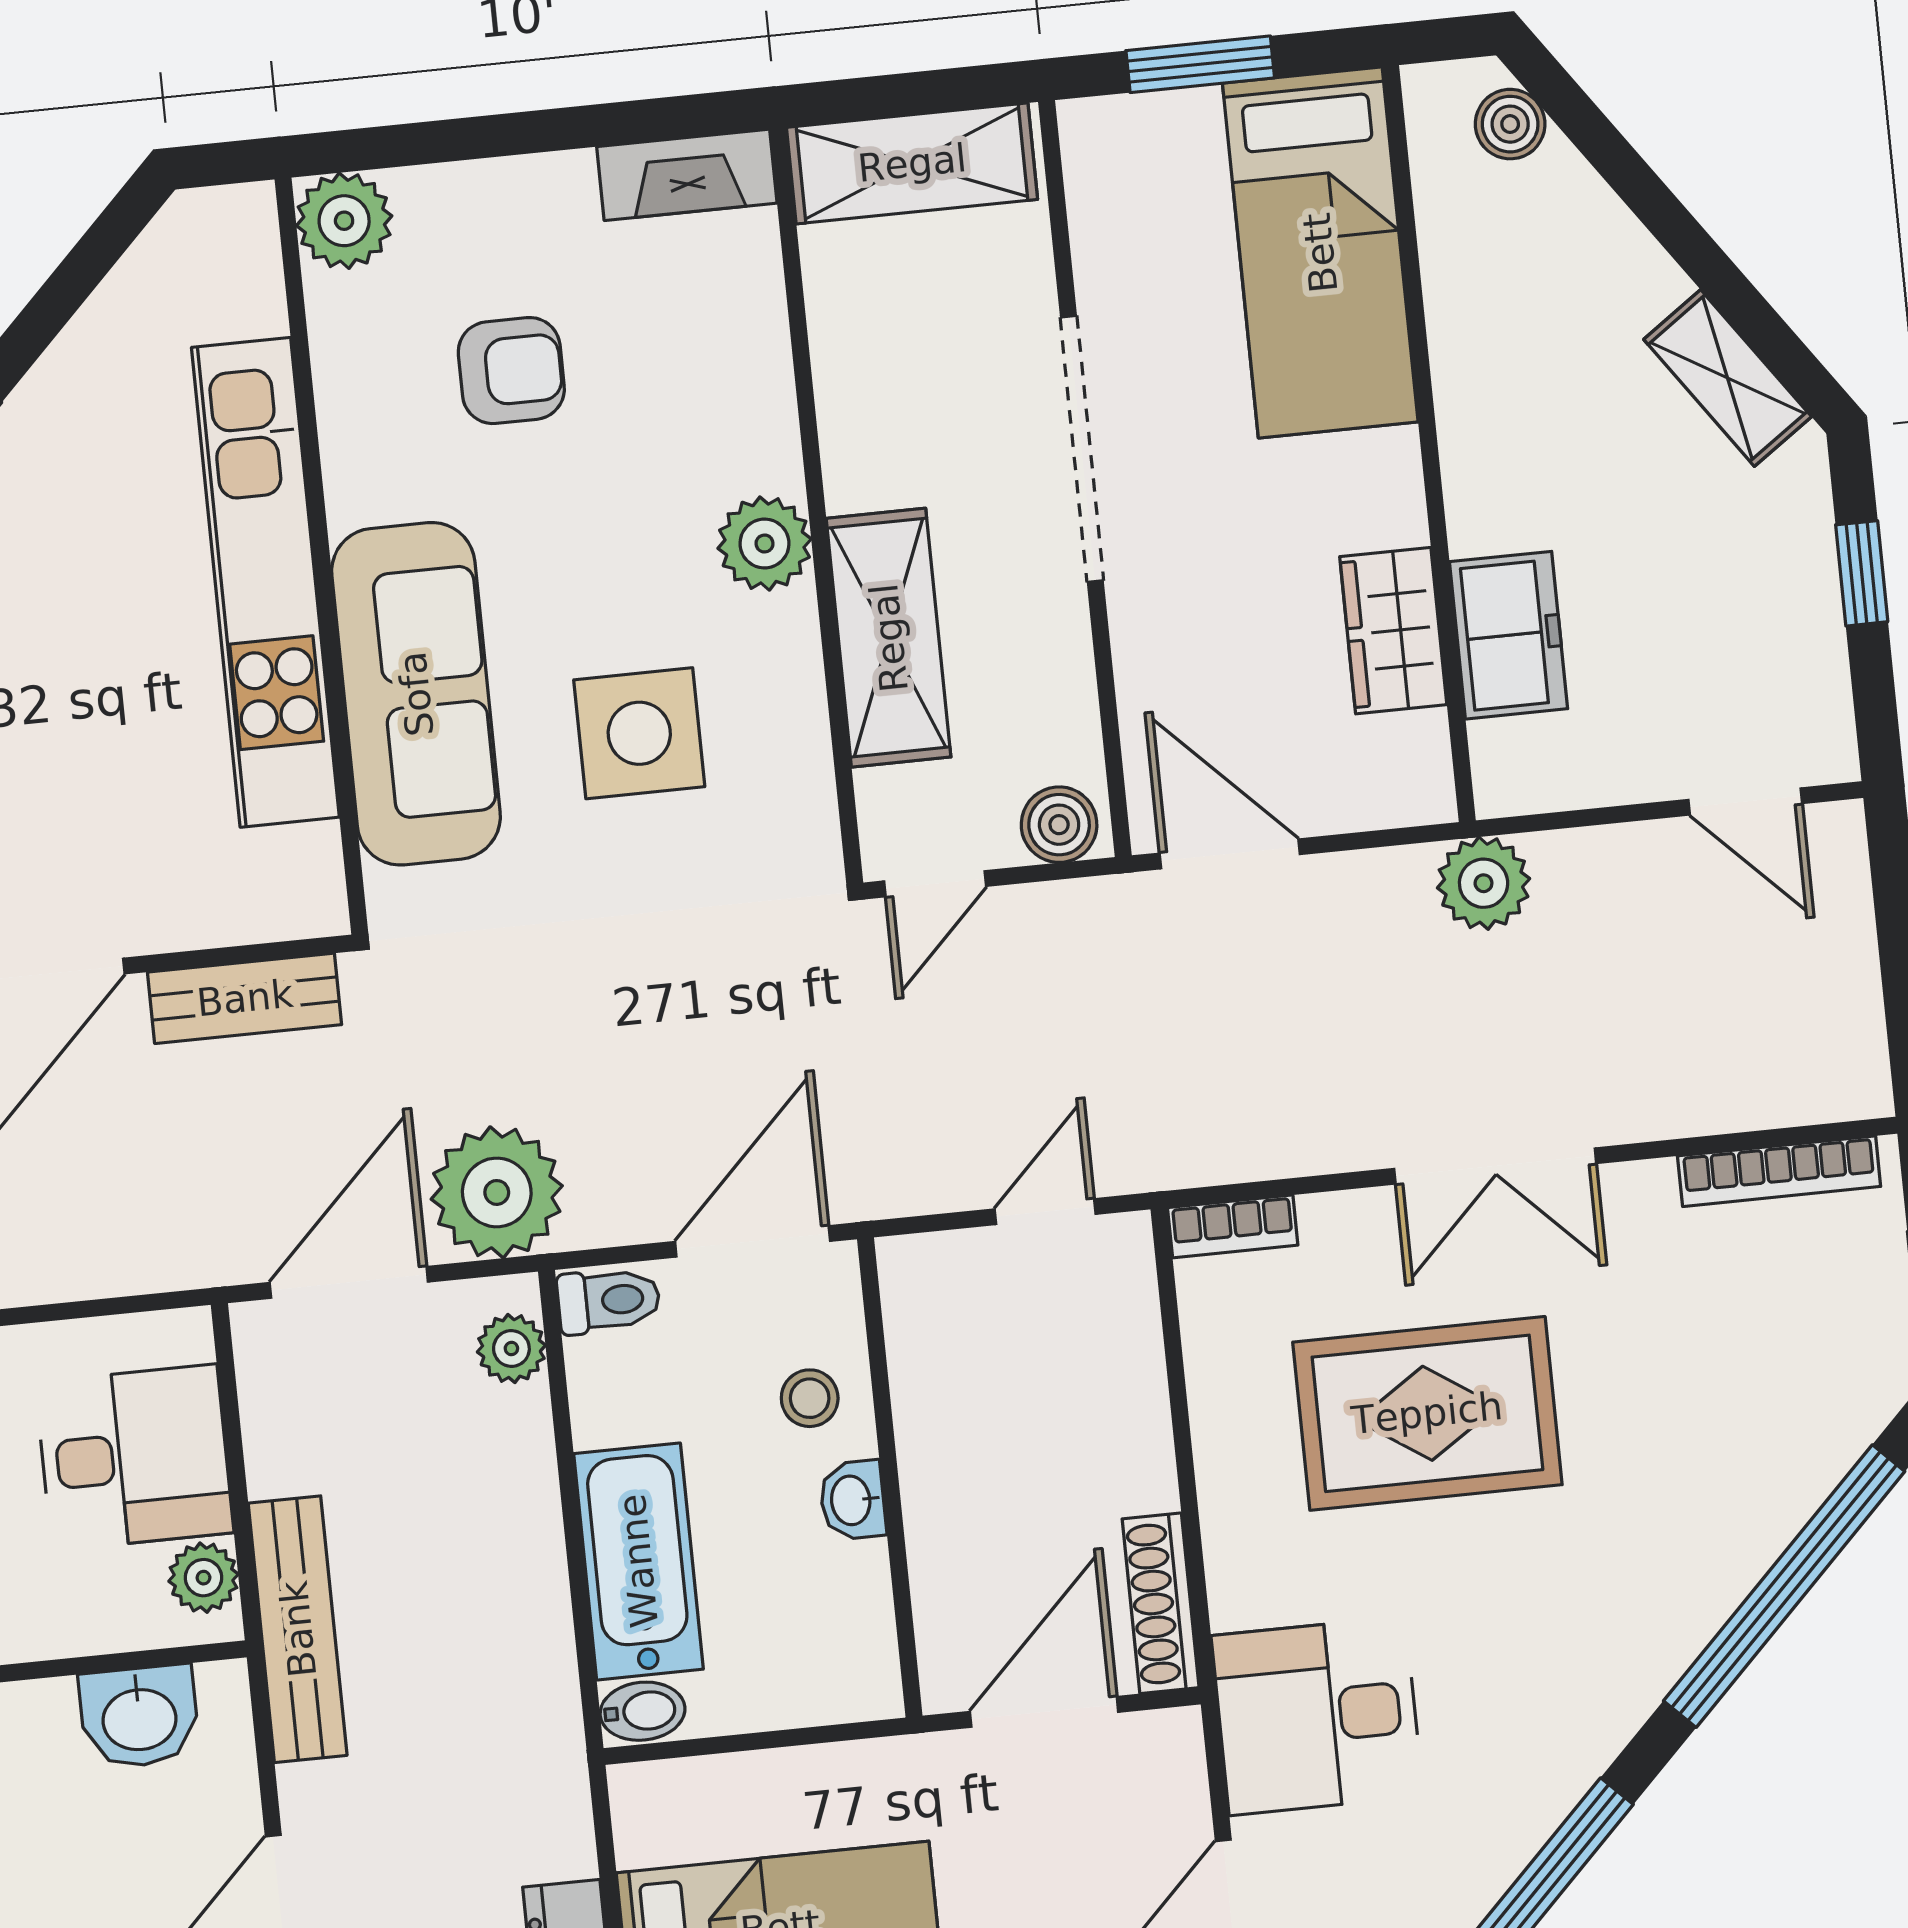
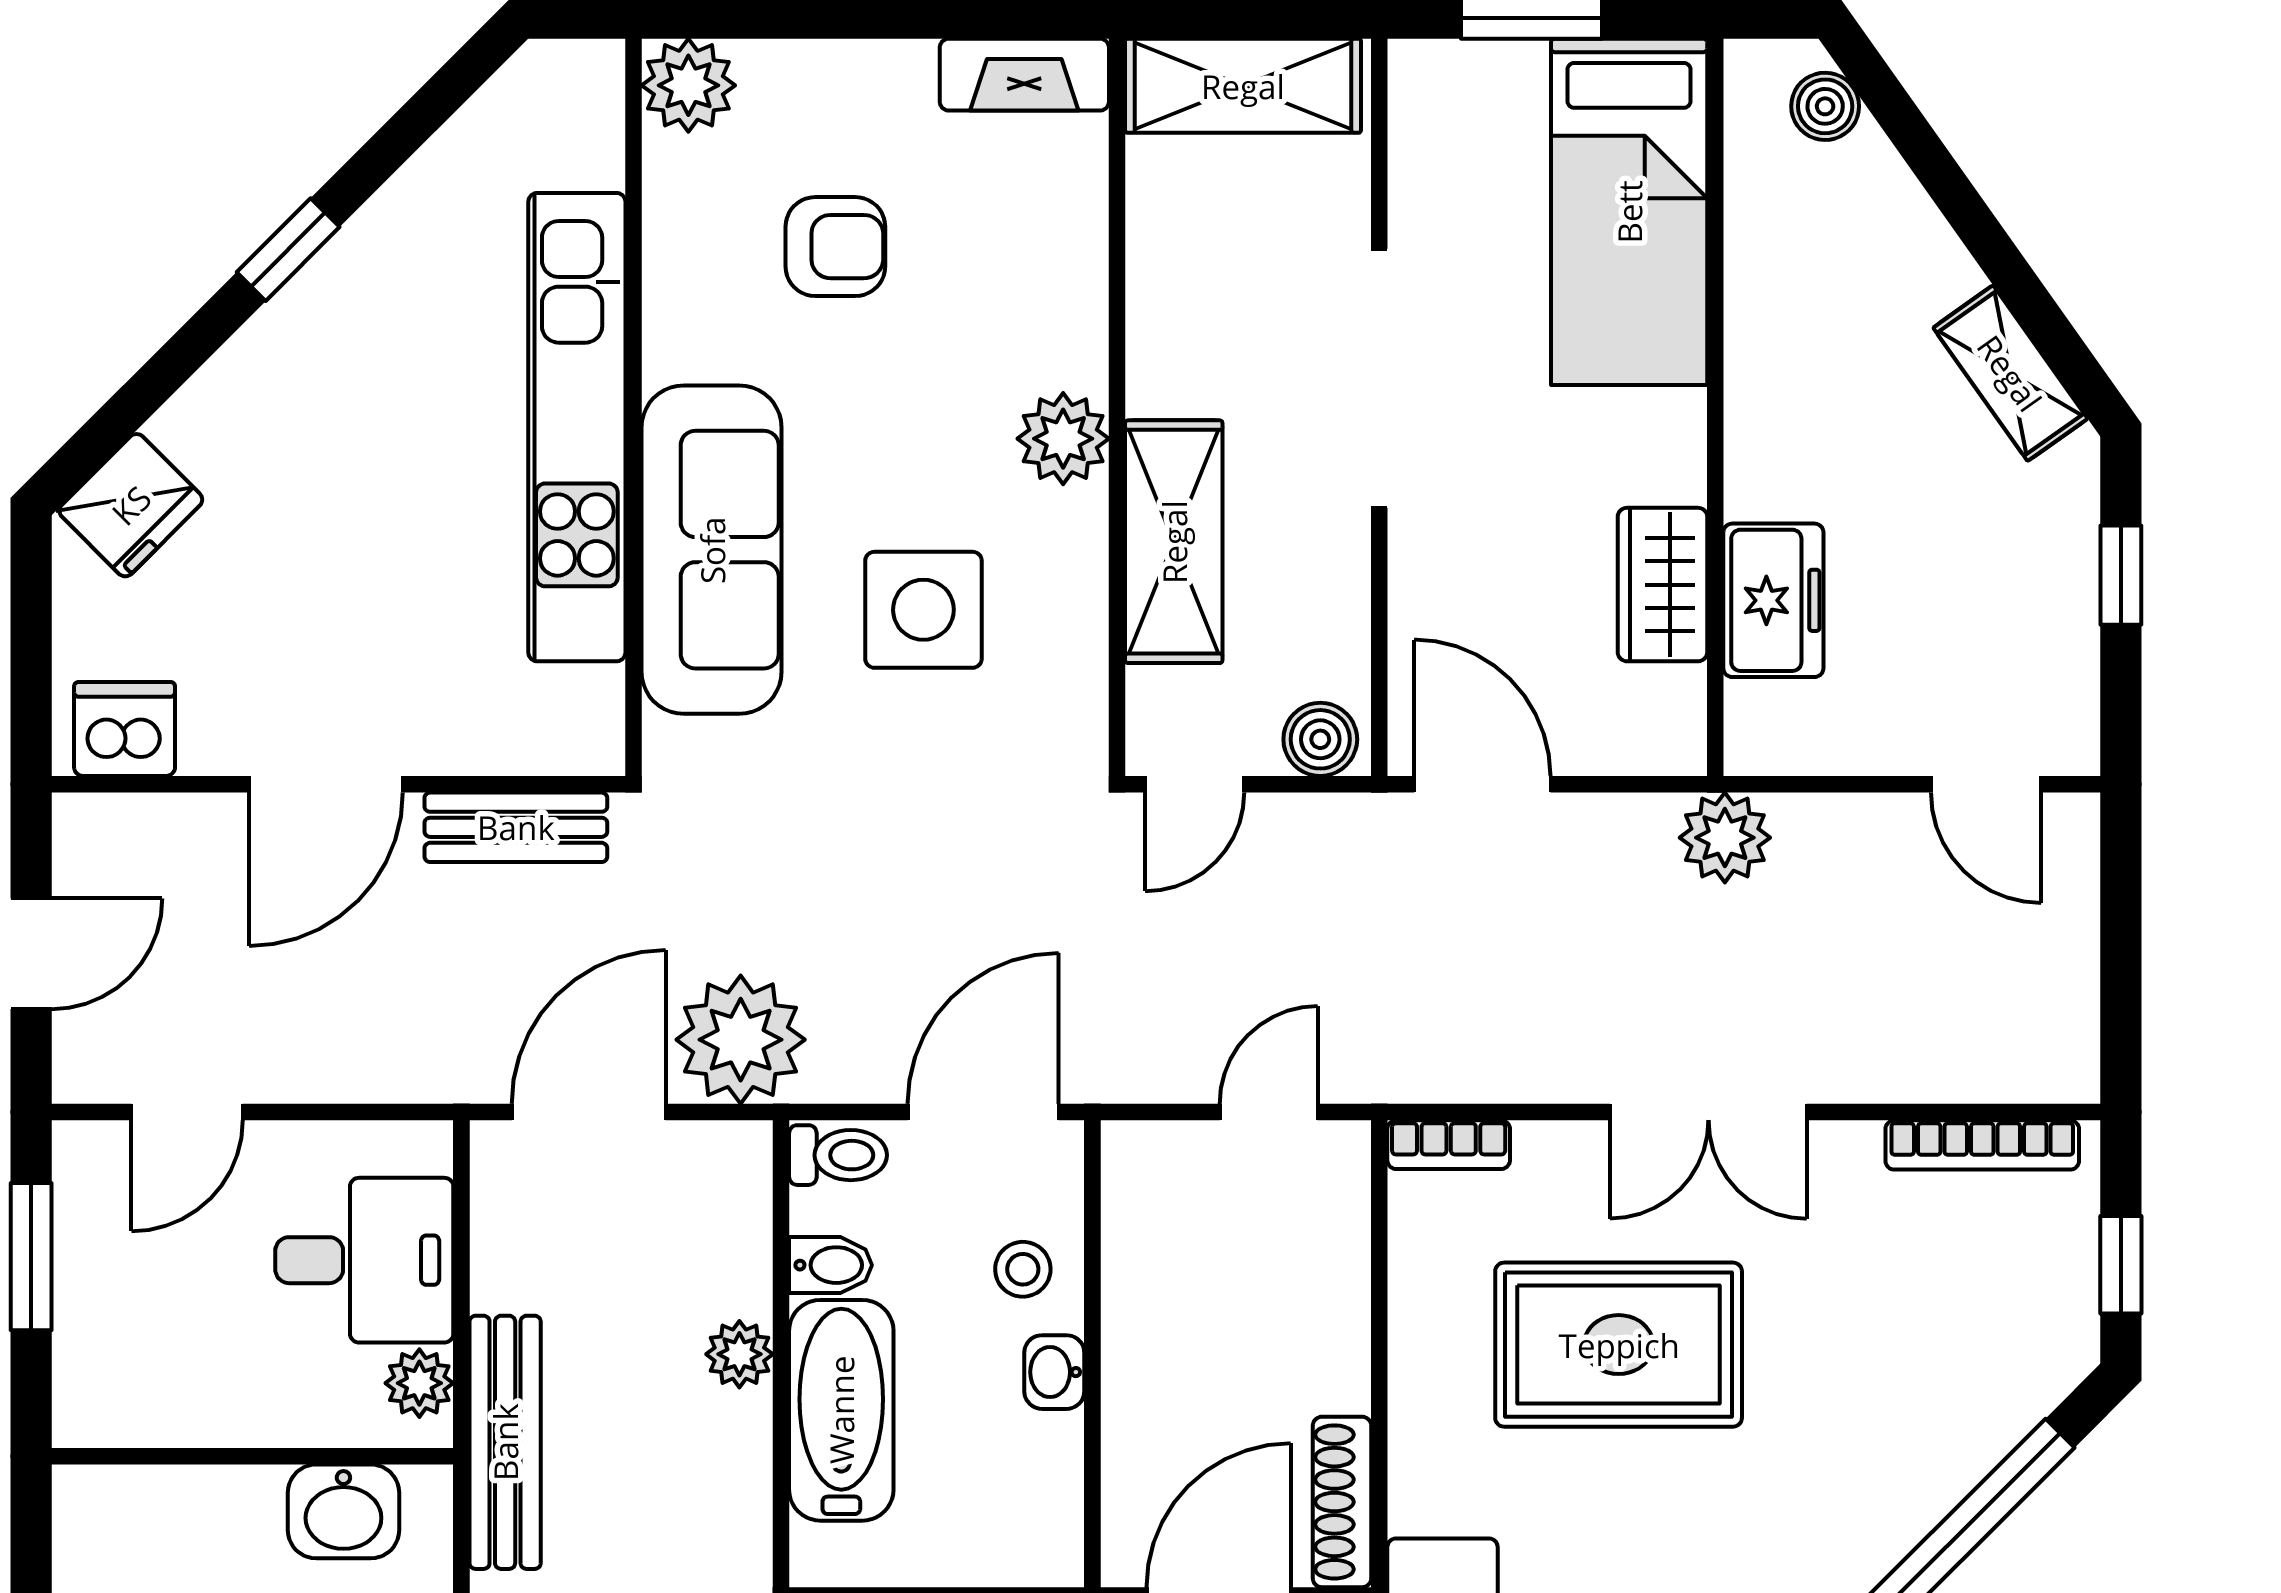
plant: (511, 1349) -> (739, 1354), moved
bidet: (643, 1711) -> (831, 1265), moved

